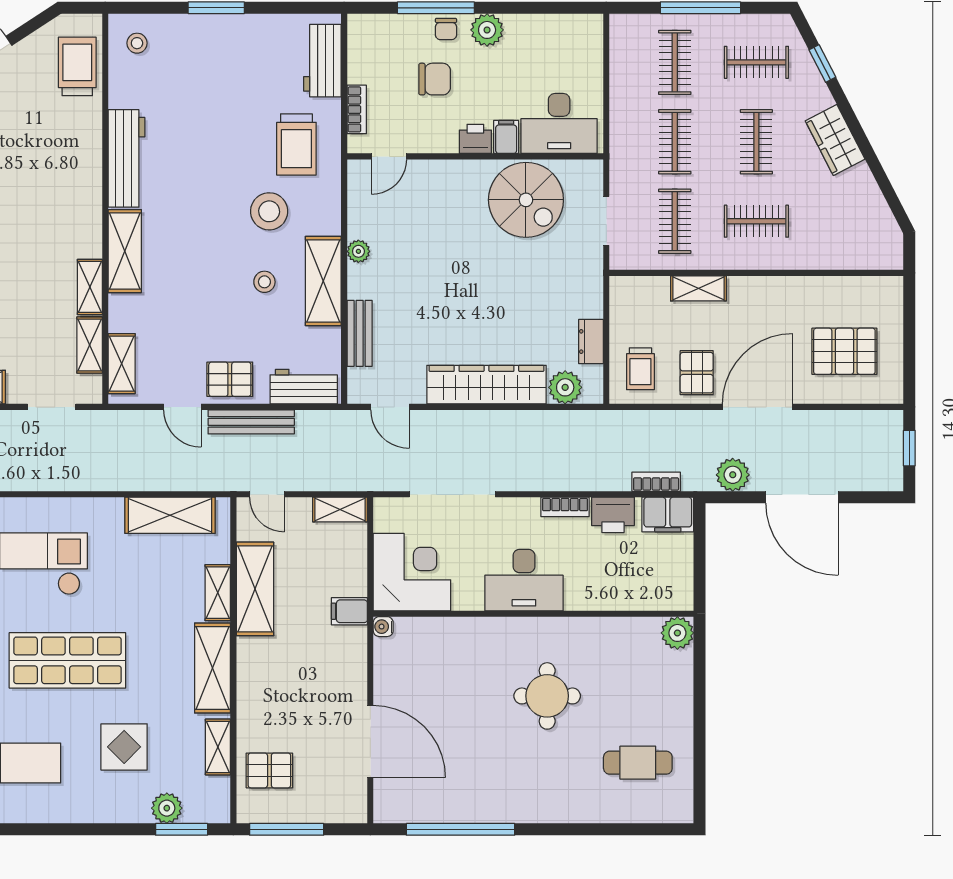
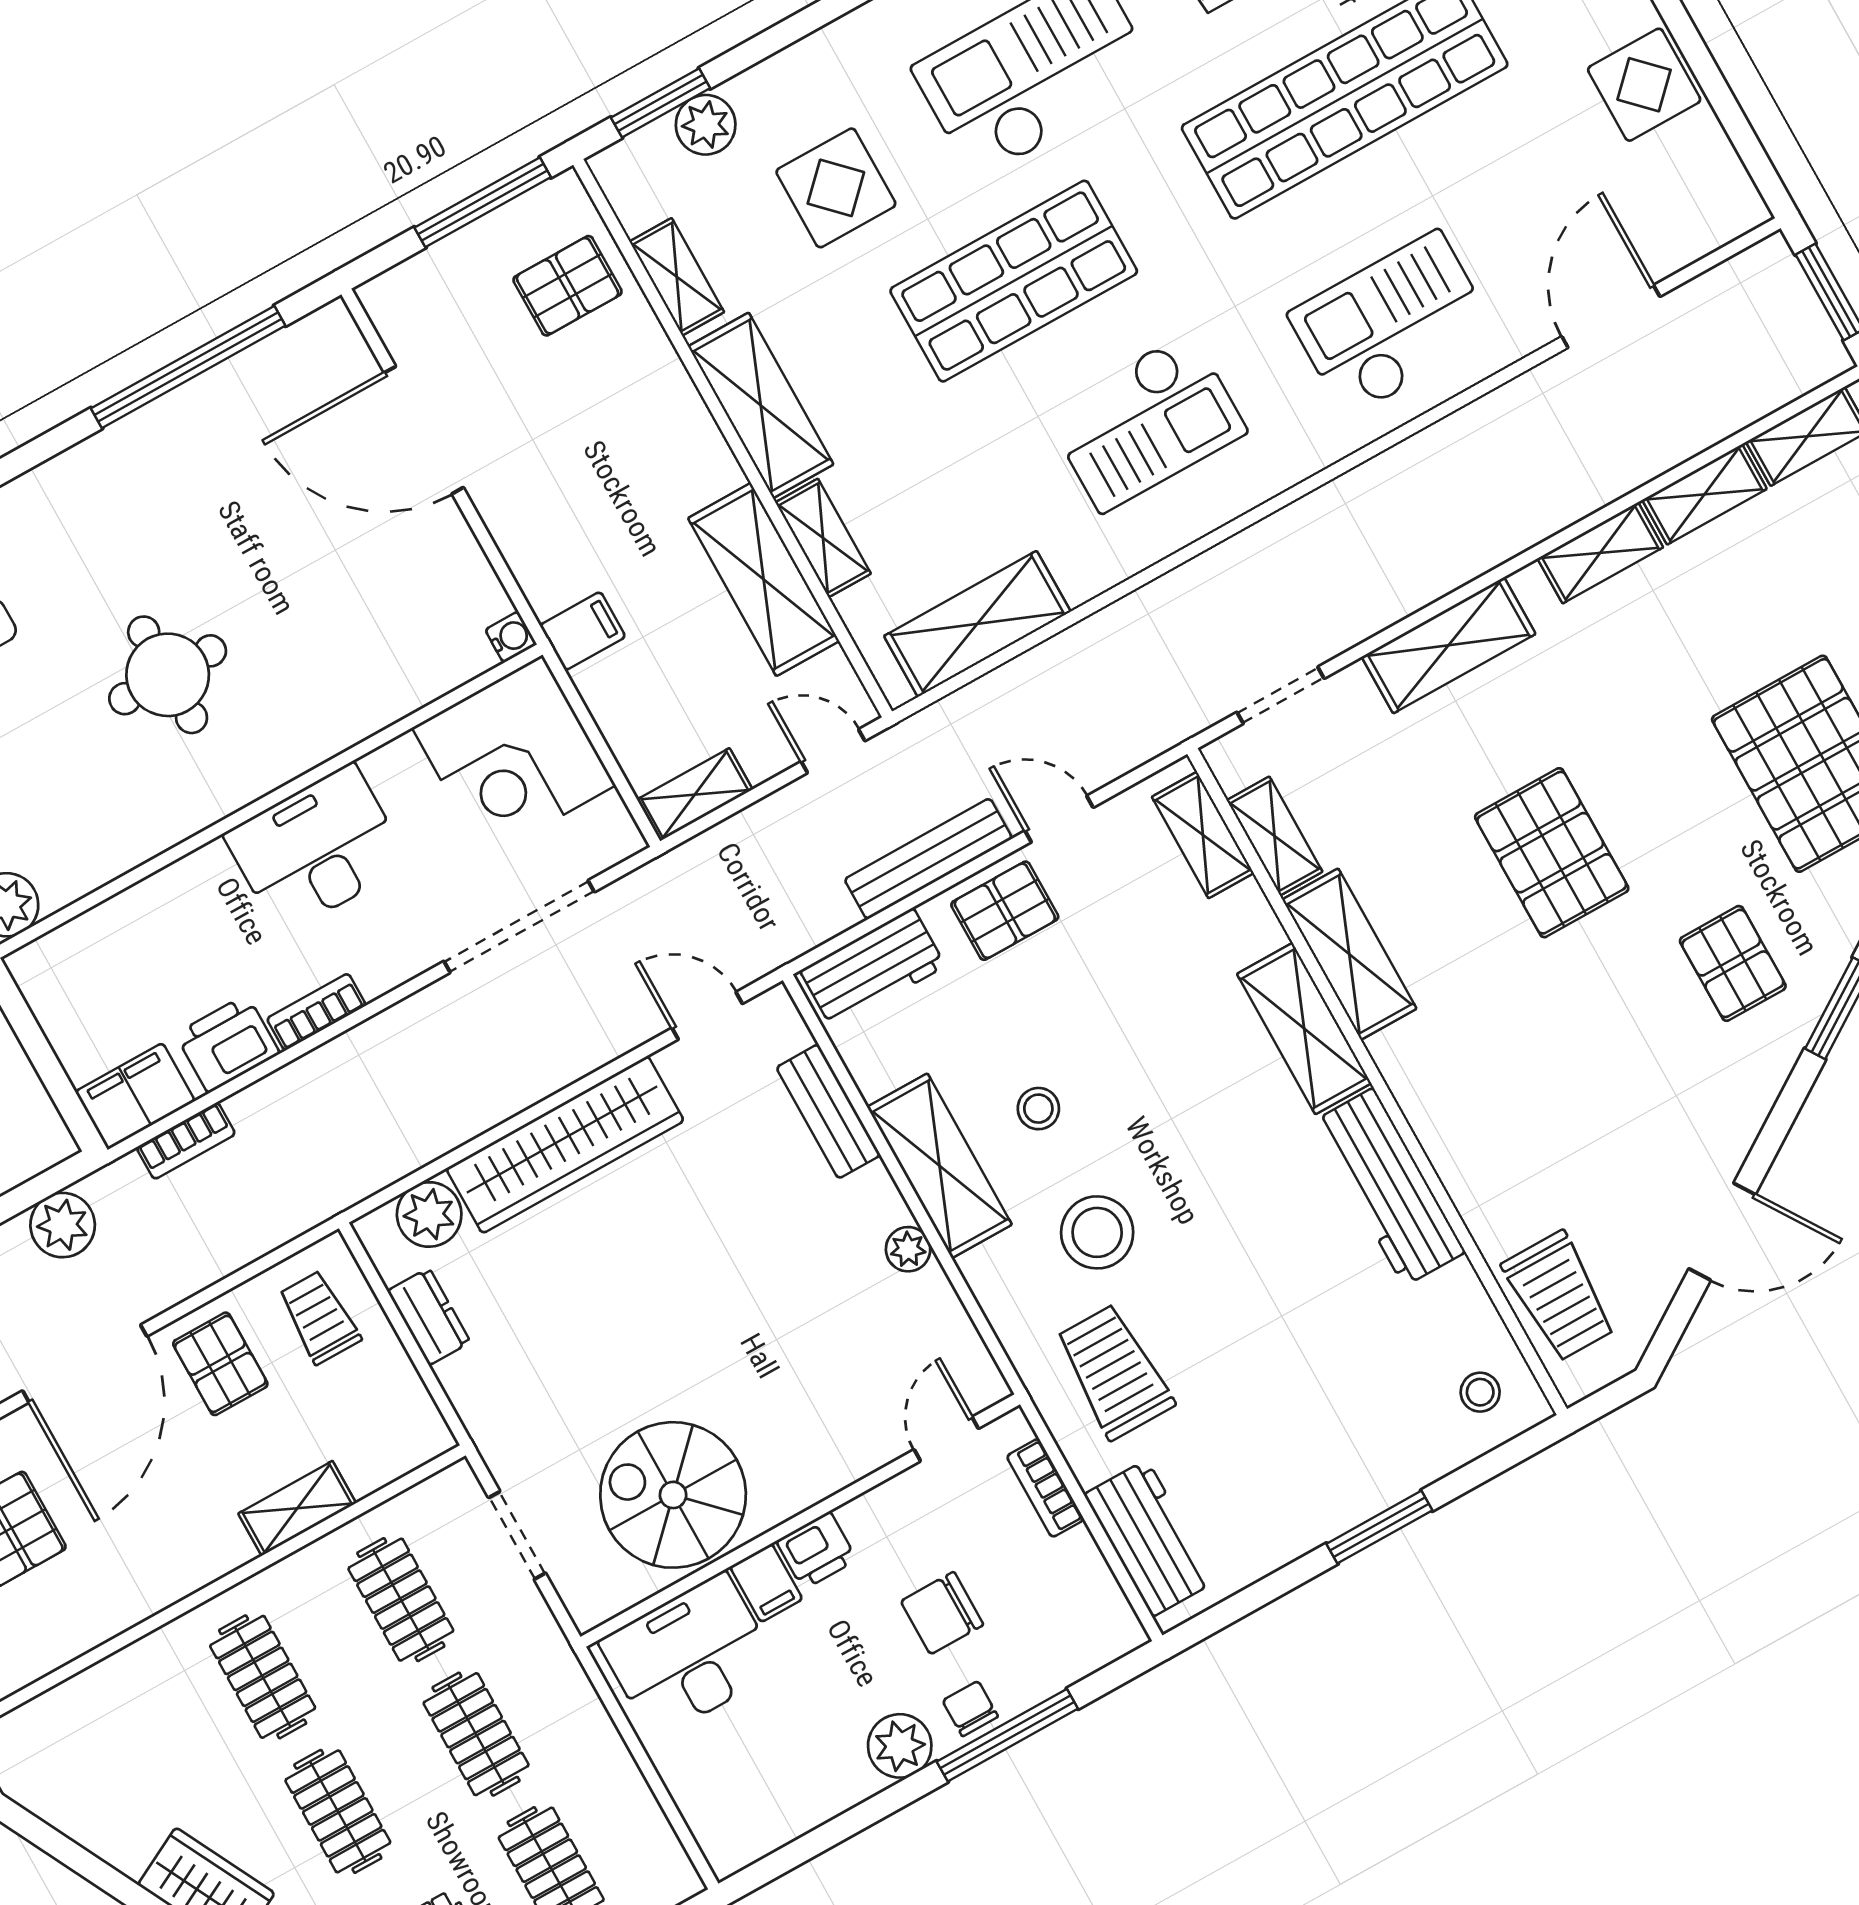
clothes rail: (756, 221) -> (263, 1677), turned 90
shelving: (90, 287) -> (1349, 954), width x1.50, depth x1.33

